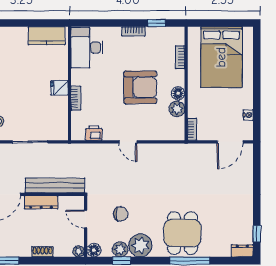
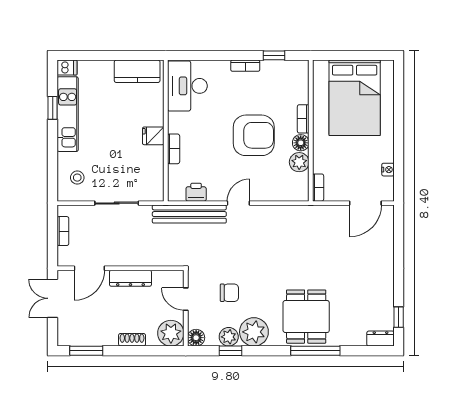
bookcase: (180, 57) -> (303, 119), moved
door: (128, 142) -> (238, 203), swing flipped
bench: (55, 185) -> (189, 214), moved
plant: (79, 251) -> (171, 333), width x1.87, depth x1.87

